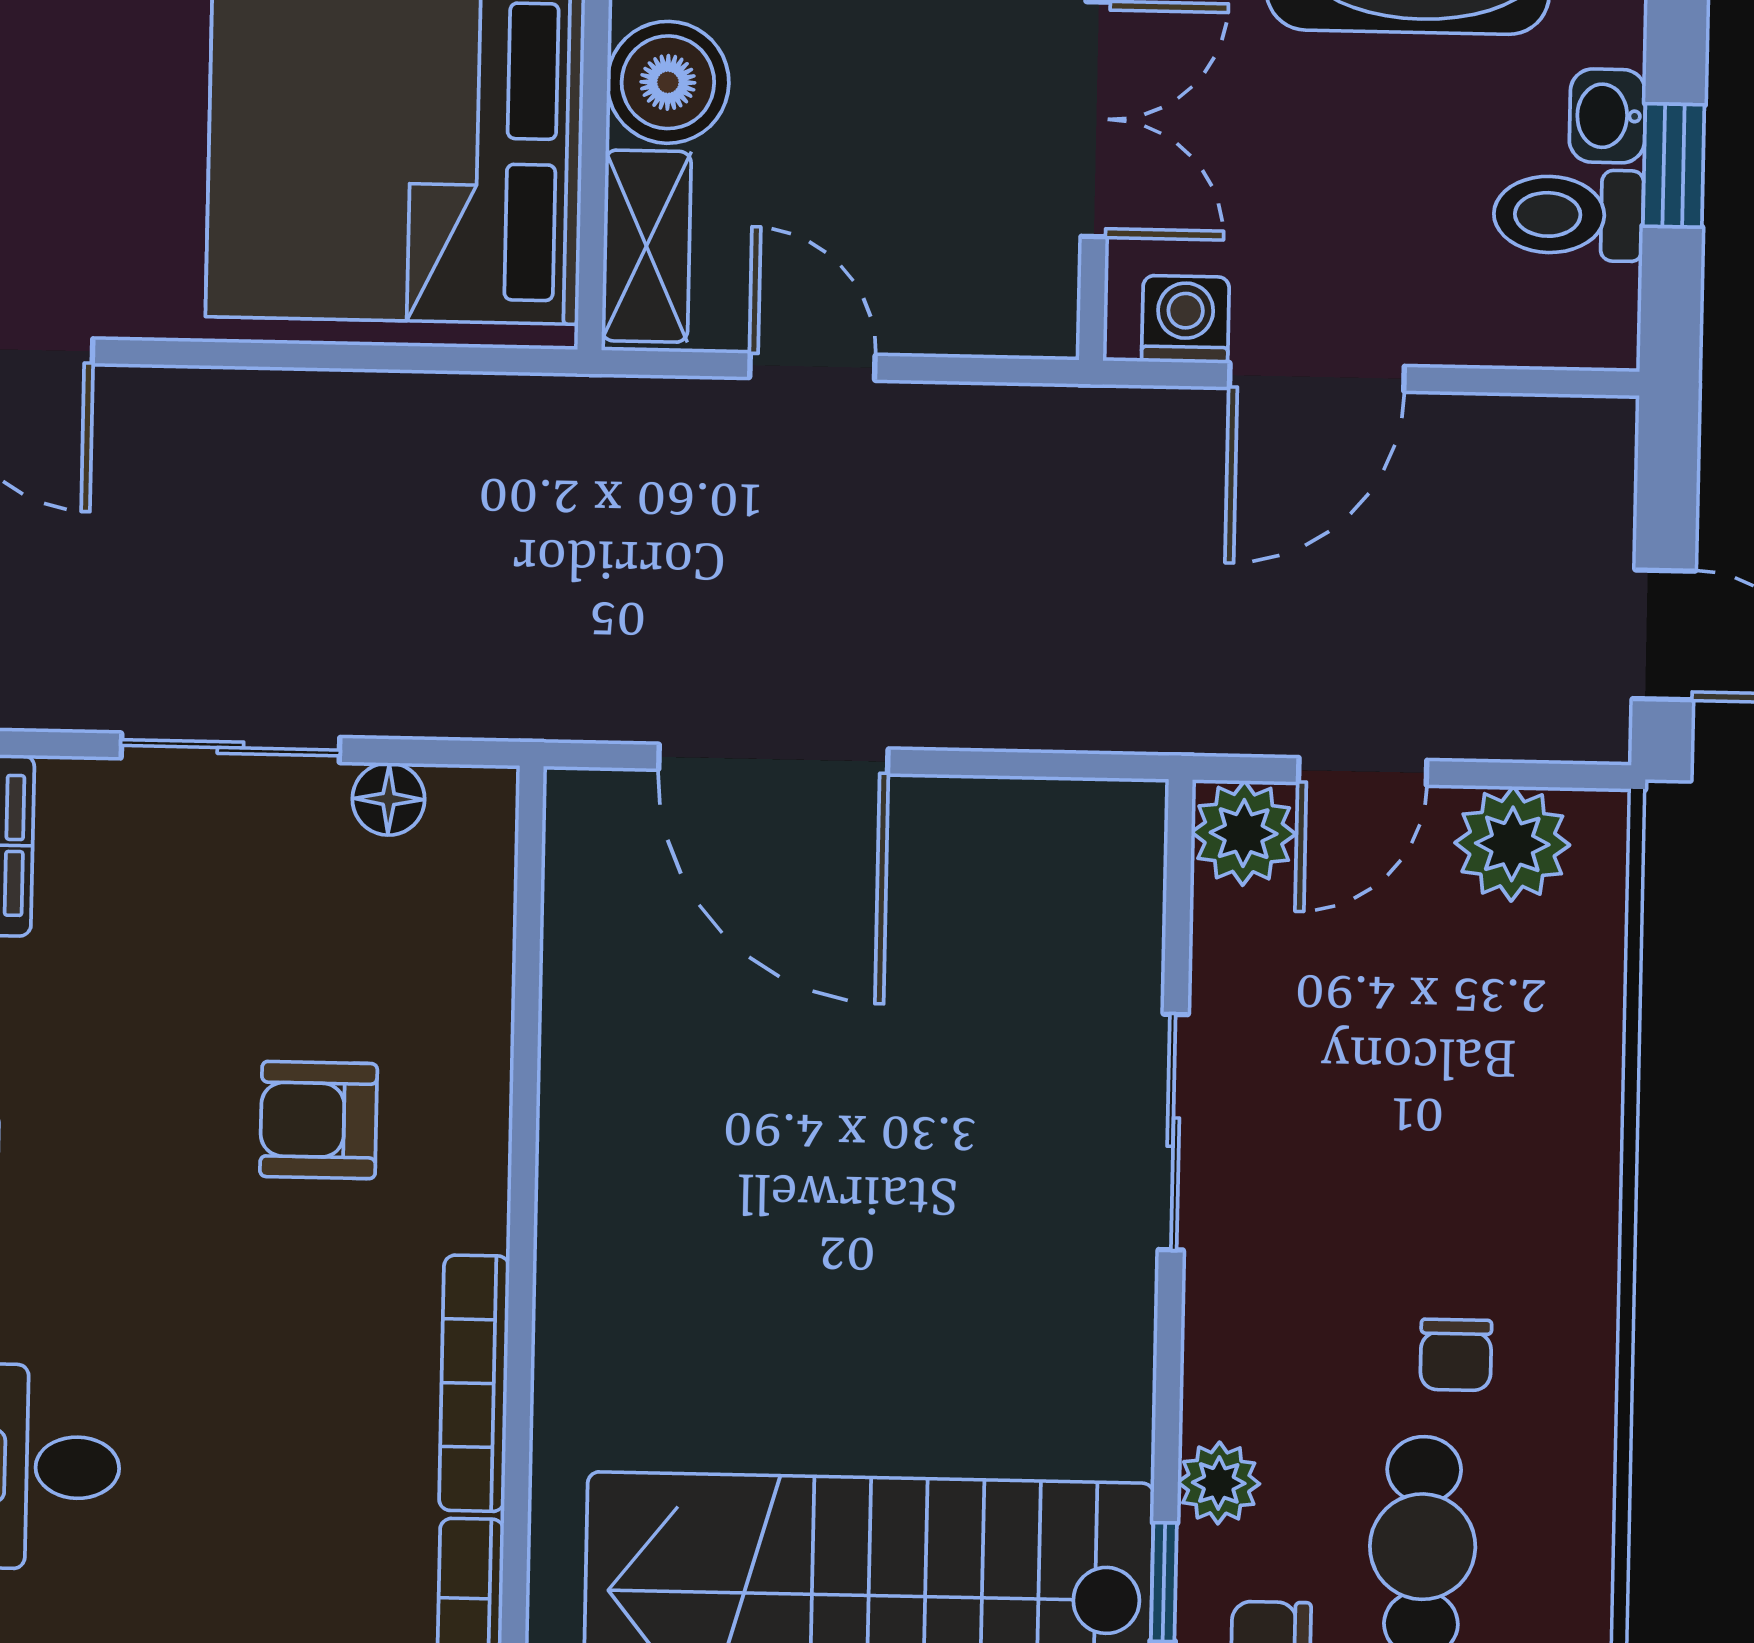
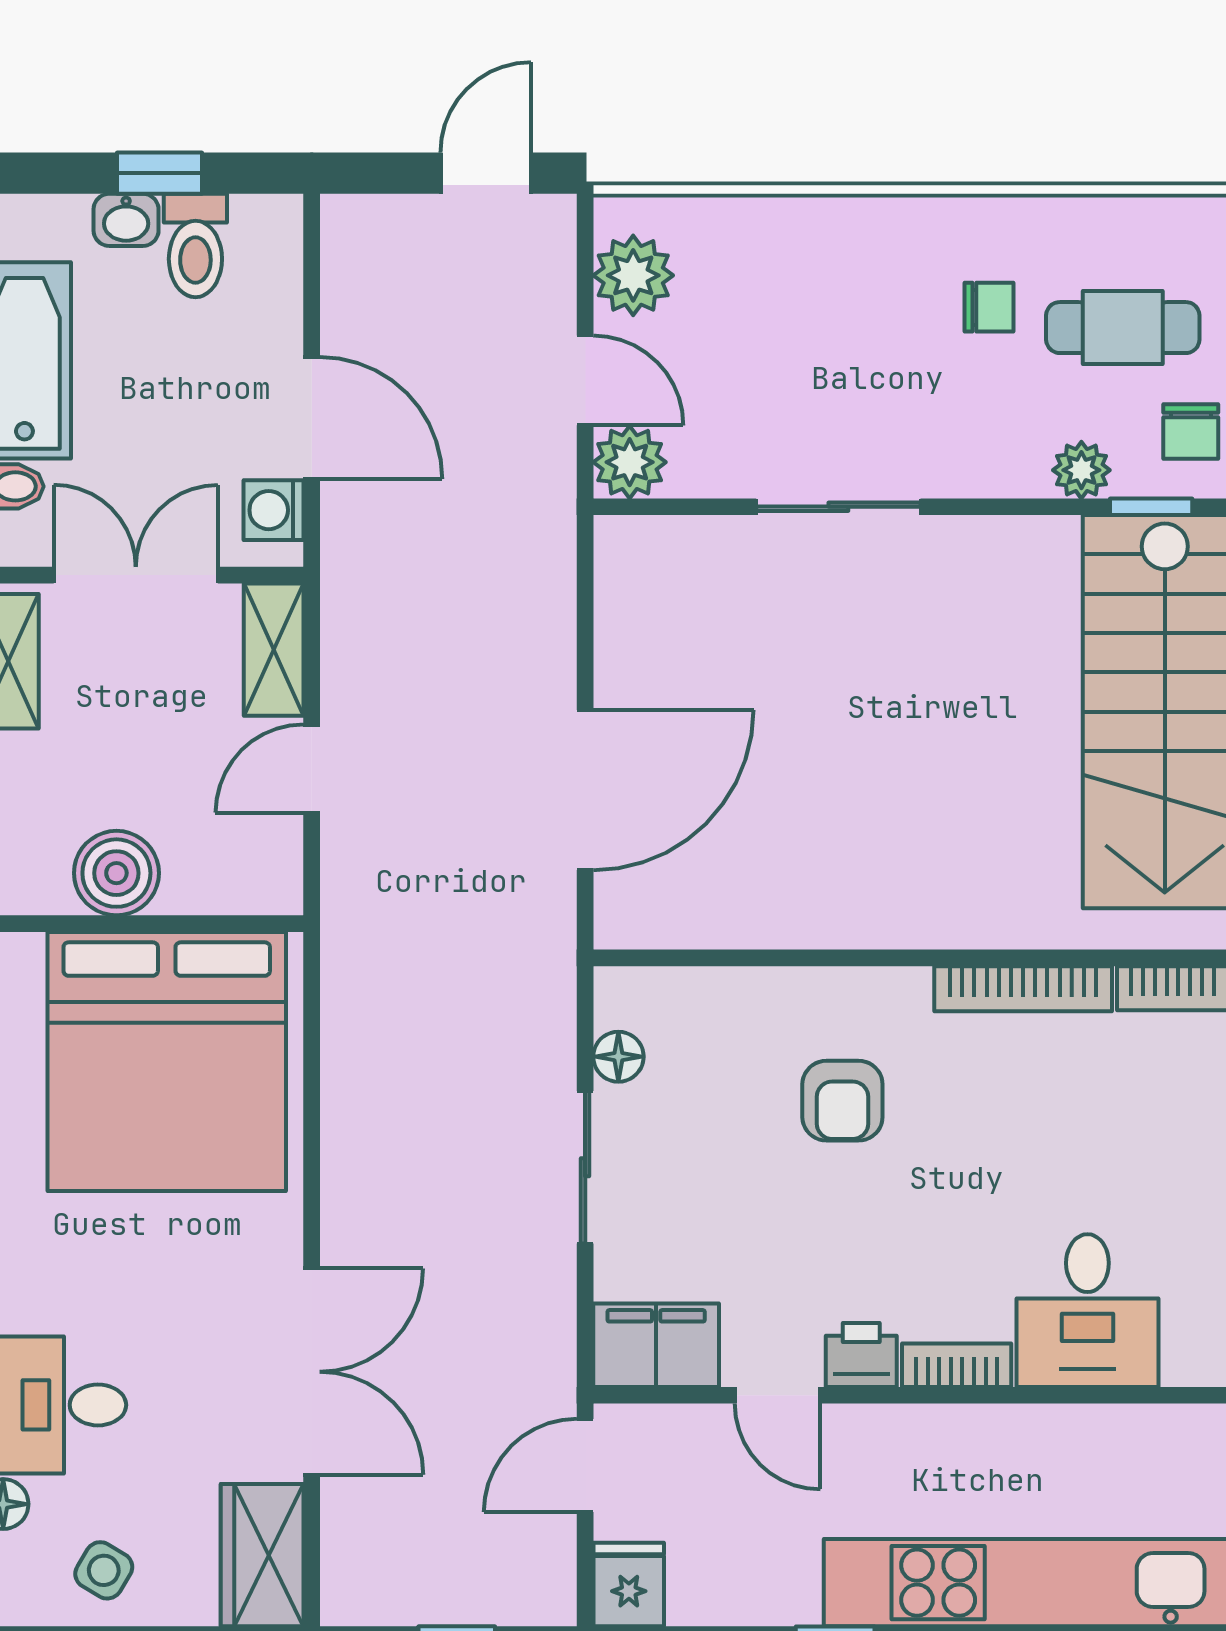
shelving: (646, 246) -> (274, 650), moved, turned 90

